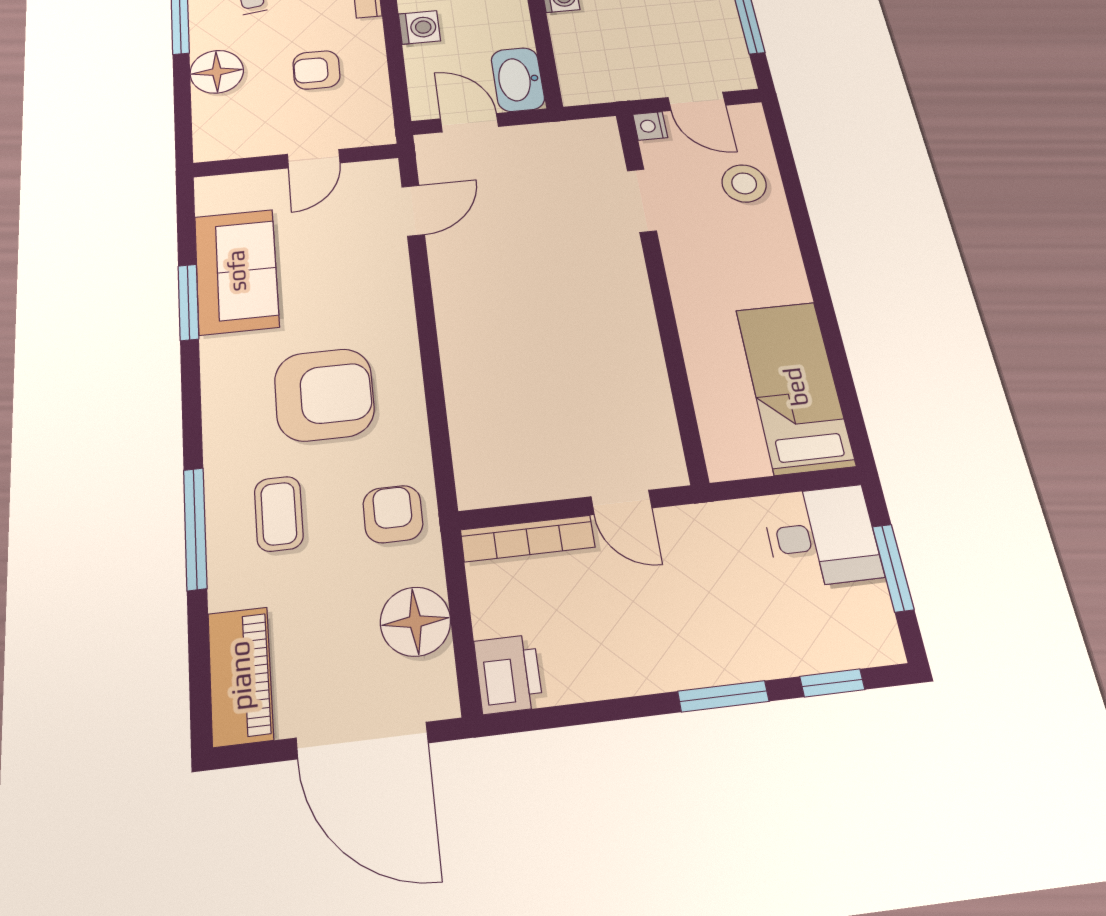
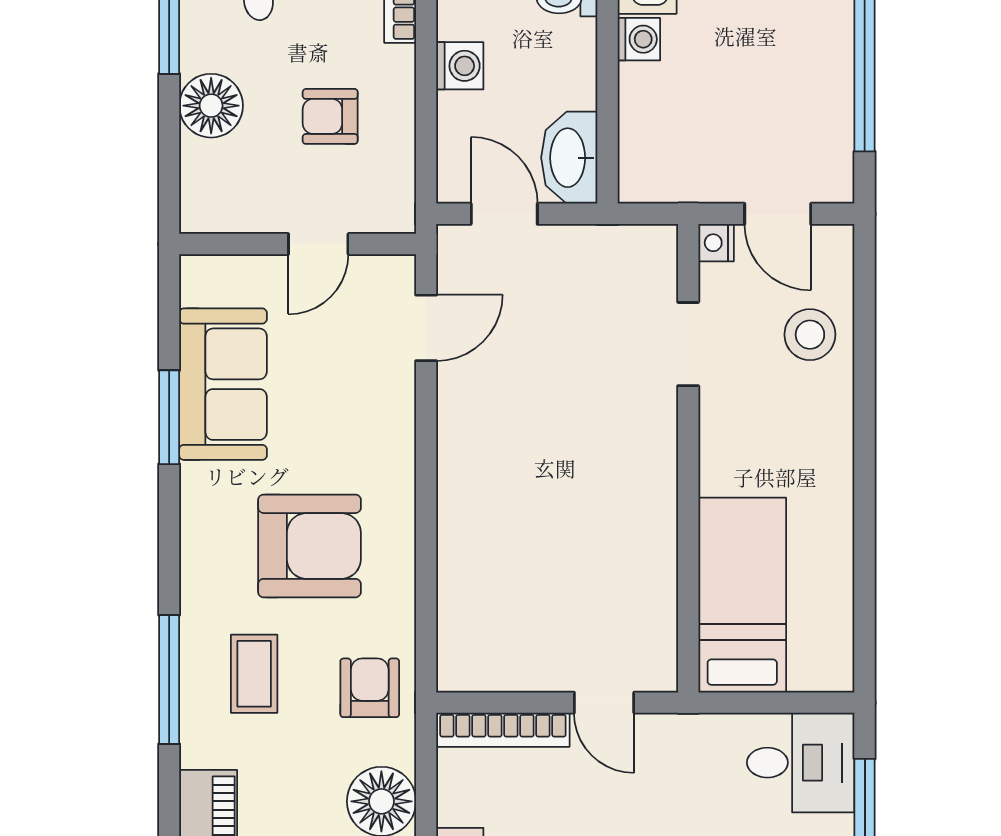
bed: (795, 387) -> (742, 595), moved

